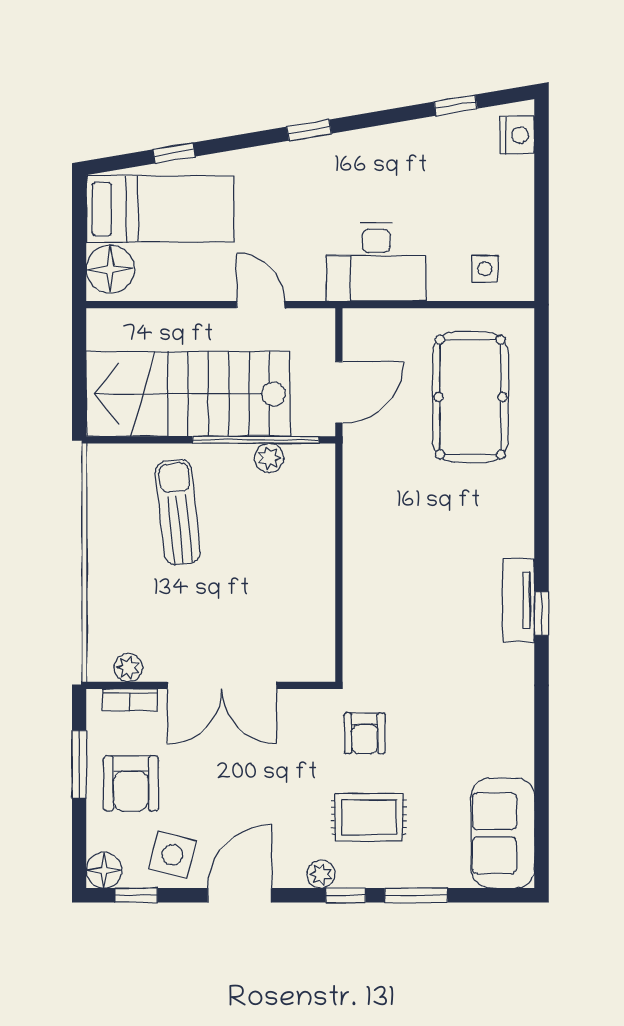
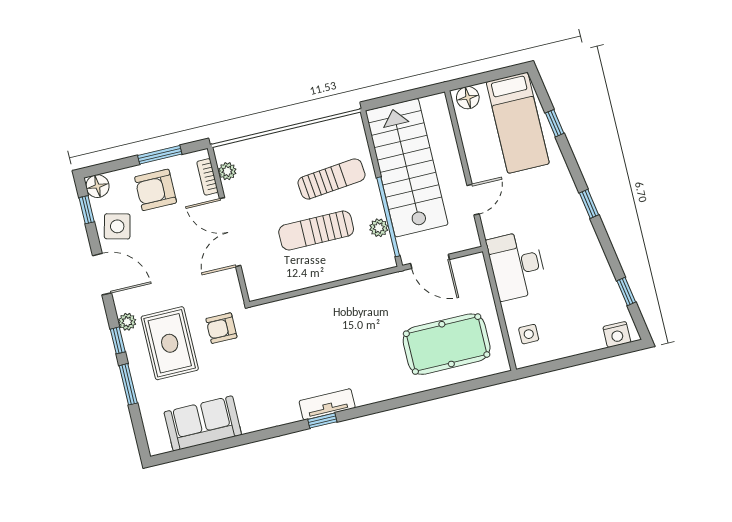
floor lamp: (110, 269) -> (468, 98), width x0.73, depth x0.73
sun lounger: (251, 554) -> (316, 231), added
rug: (369, 817) -> (170, 343), width x1.36, depth x1.43
sofa: (503, 833) -> (203, 423), moved

